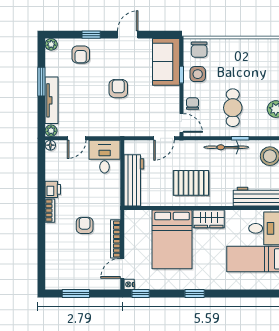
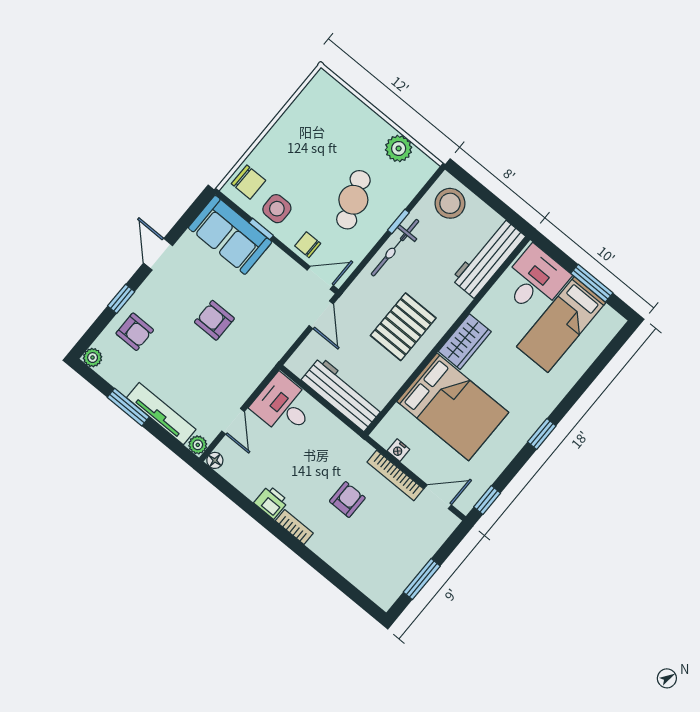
cafe table: (233, 108) -> (353, 200), turned 69
armchair: (85, 225) -> (347, 500), turned 90
door: (122, 268) -> (438, 497), swing flipped
nightstand: (129, 284) -> (398, 450), moved

